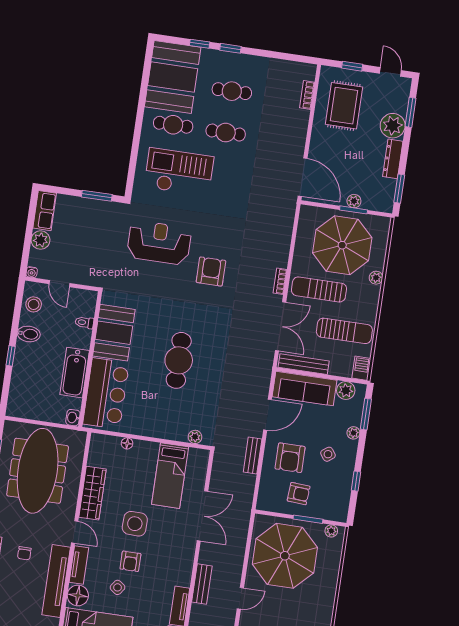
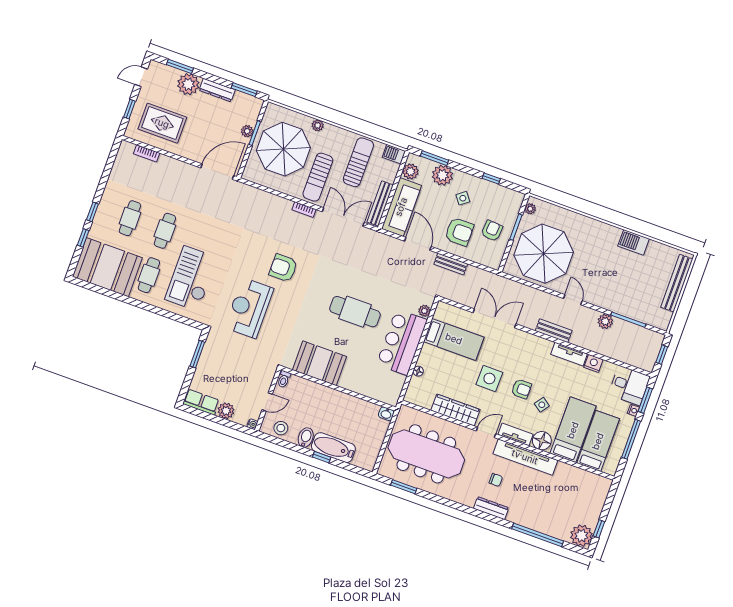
toilet: (84, 323) -> (284, 379), moved
bathtub: (75, 373) -> (333, 448), moved, turned 180
bar counter: (106, 393) -> (402, 342), moved, turned -90
plant: (353, 433) -> (442, 175), width x1.88, depth x1.88

